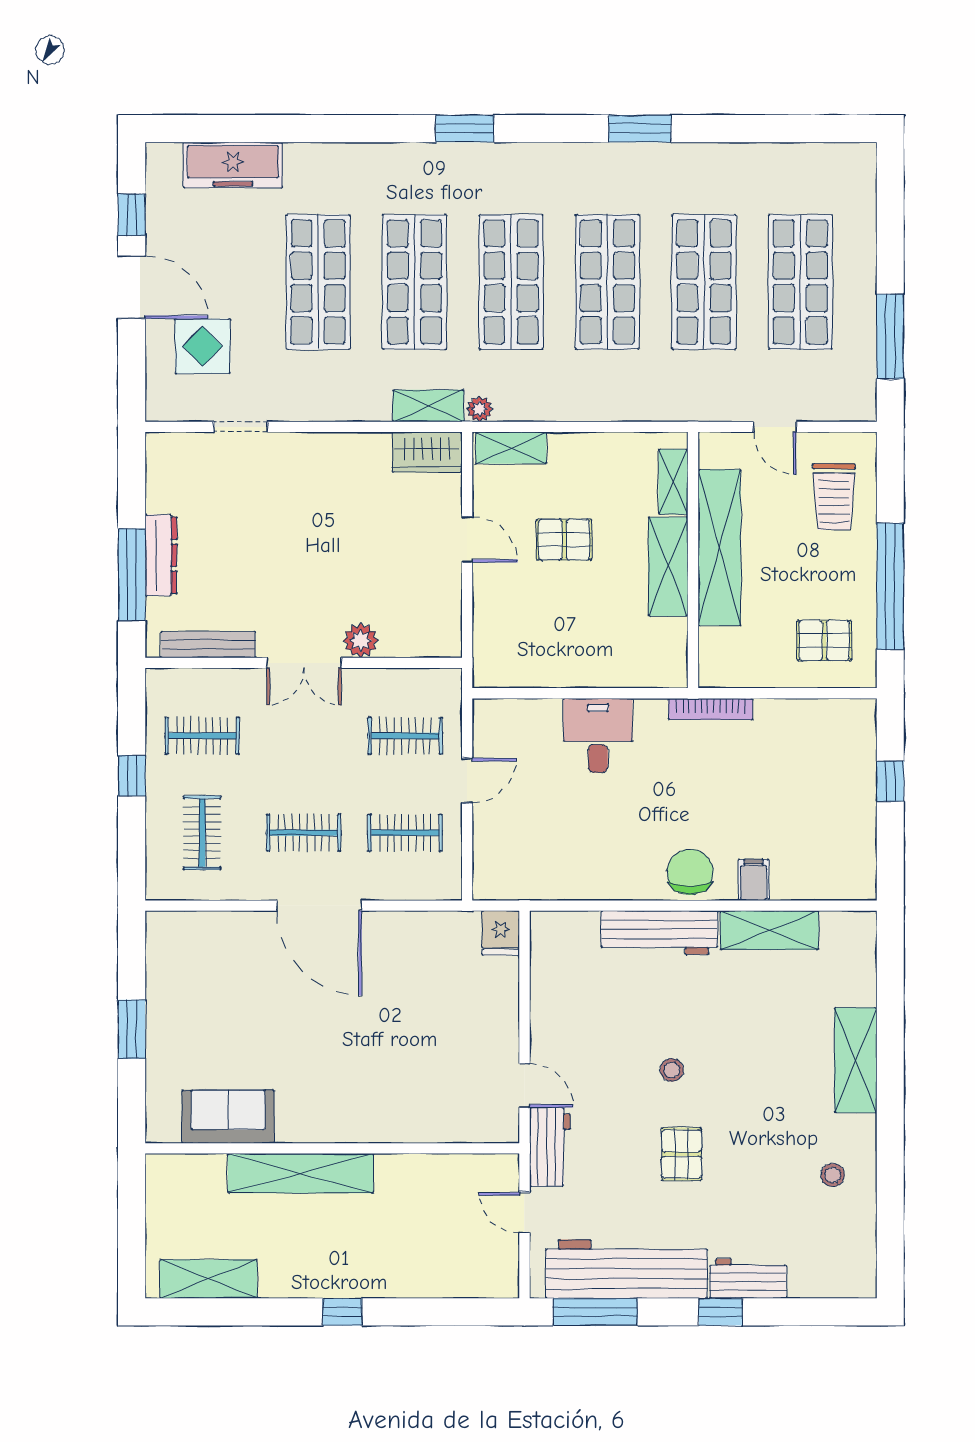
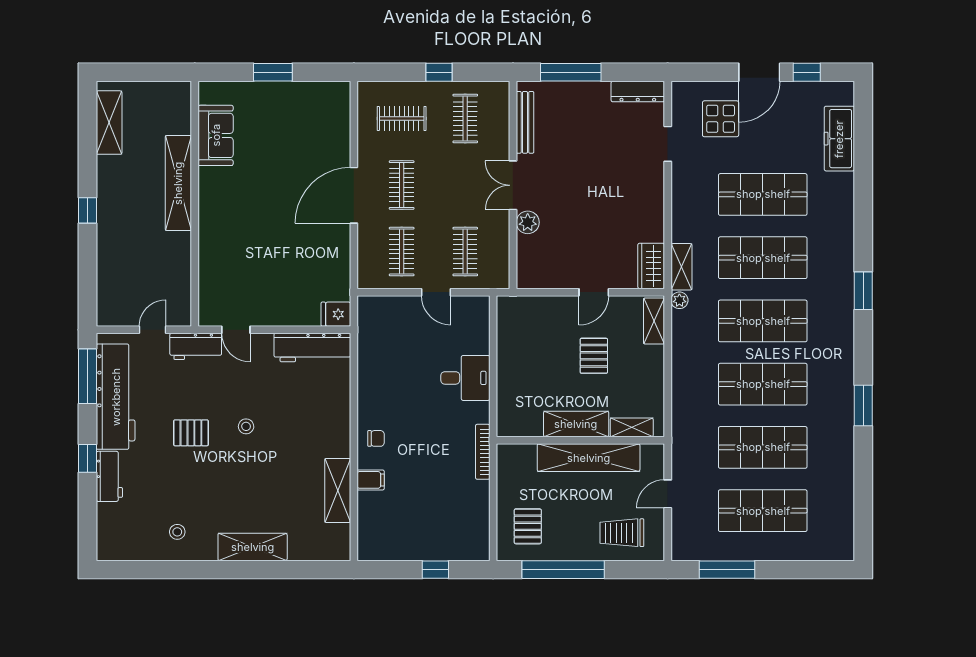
dresser: (161, 555) -> (638, 92), moved
chair: (690, 872) -> (376, 438), width x0.54, depth x0.54
workbench: (659, 933) -> (312, 347), moved, turned -90
door: (524, 1085) -> (236, 330), hinge flipped

